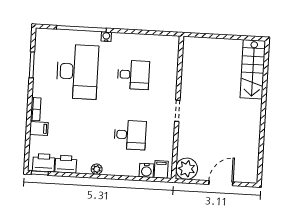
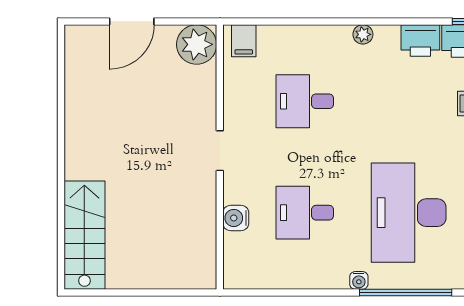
water cooler: (146, 170) -> (236, 218), moved, turned -90

